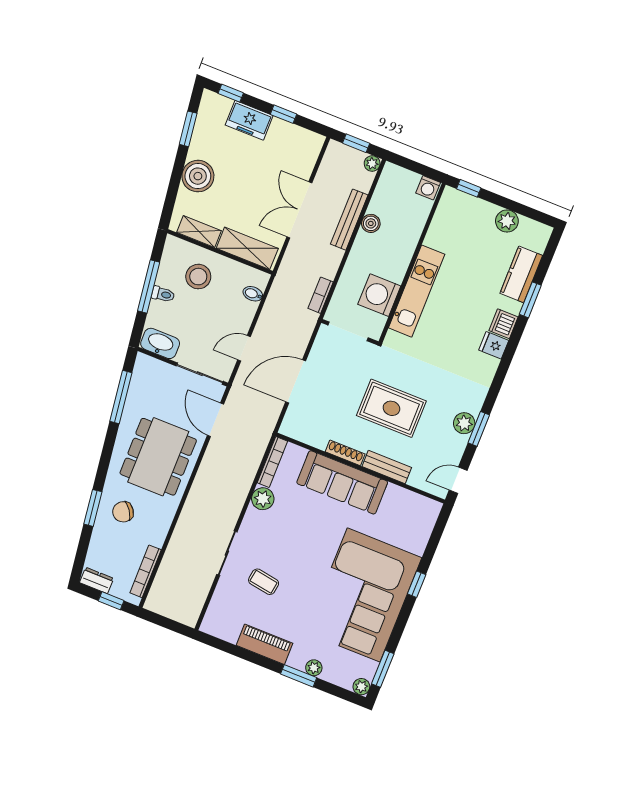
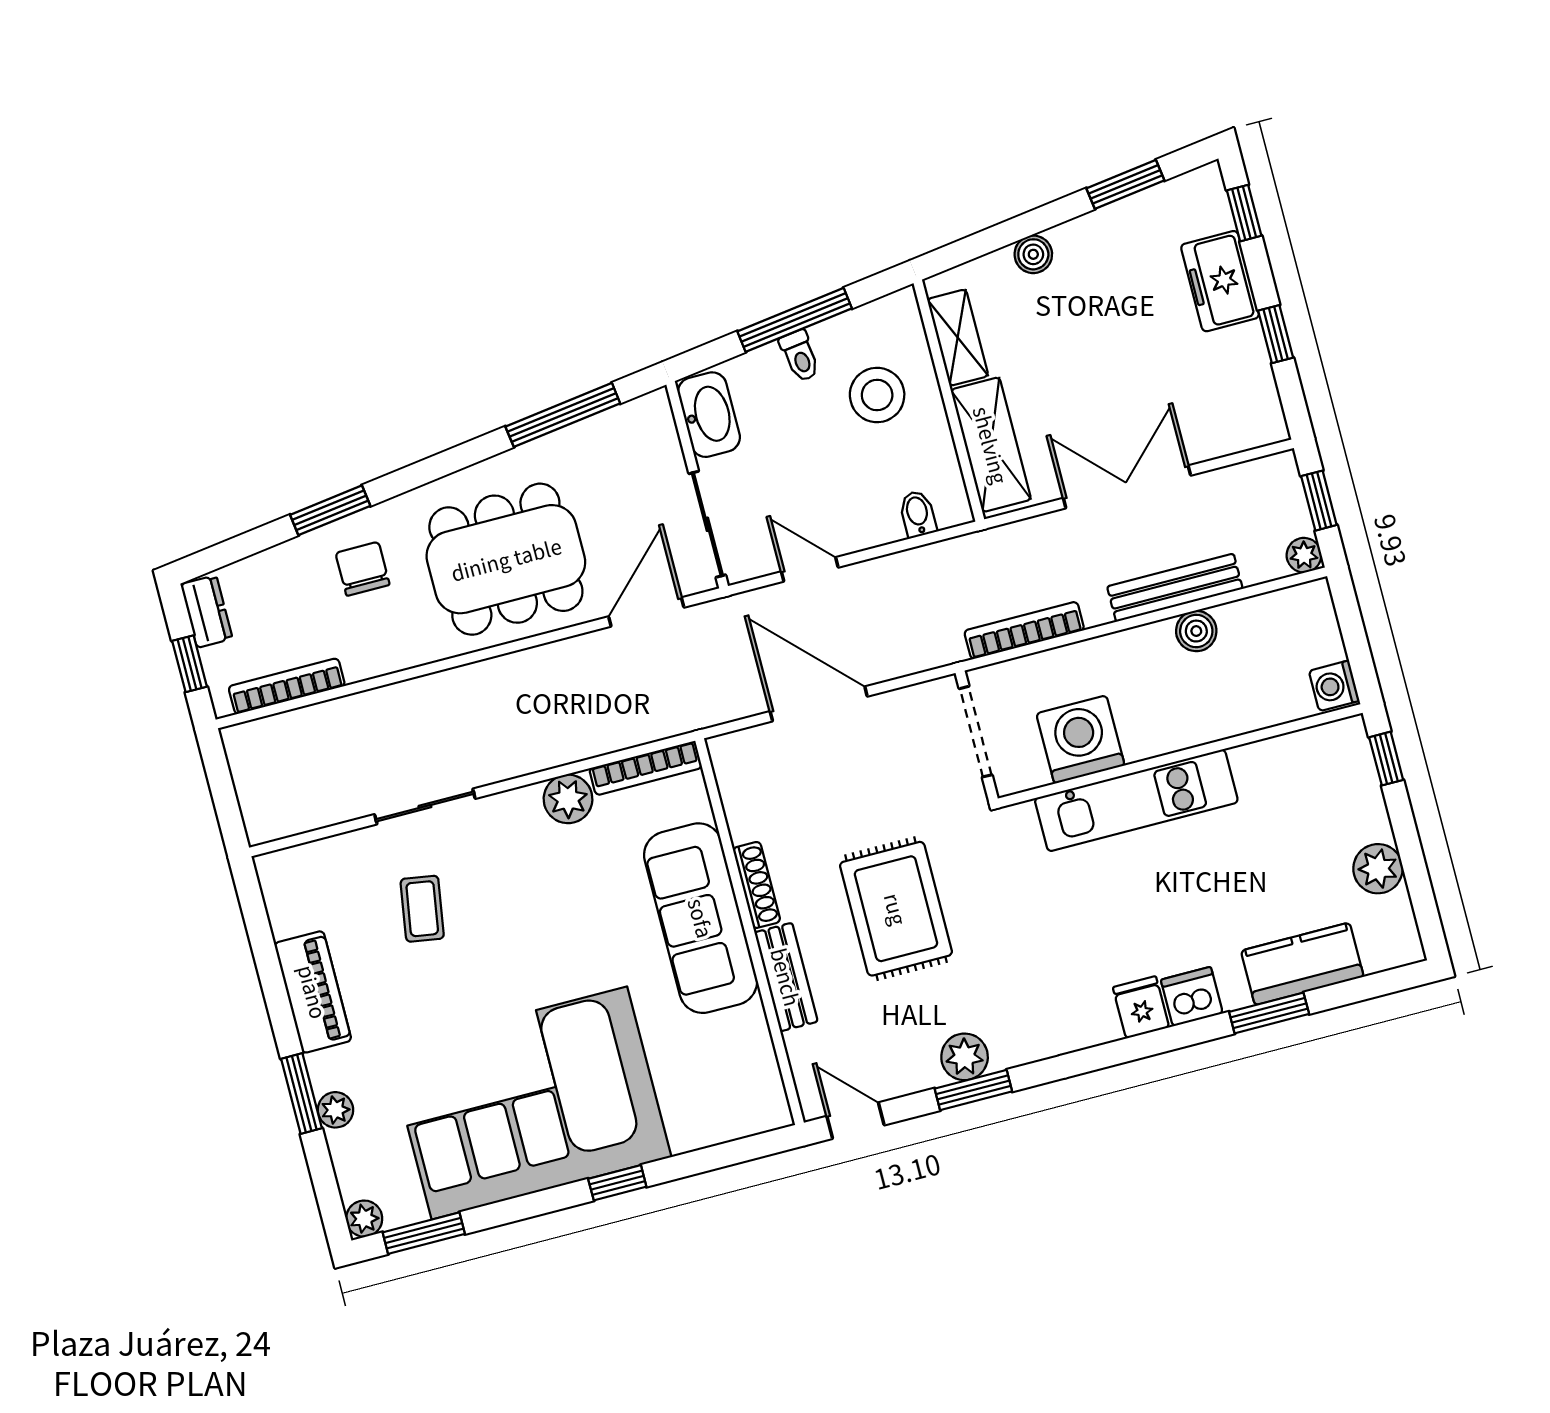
boiler: (198, 176) -> (1033, 254), width x0.54, depth x0.54
bookcase: (321, 295) -> (1024, 630), width x1.56
chair: (123, 512) -> (363, 569), turned 35

